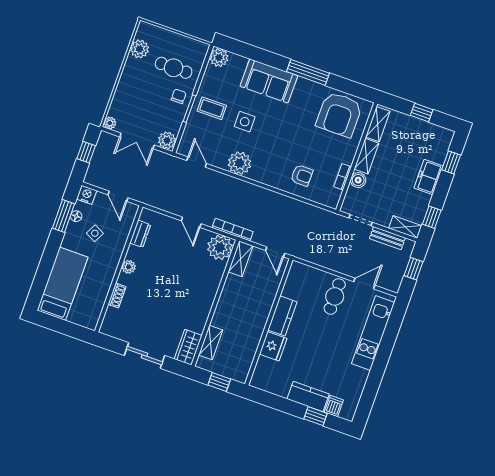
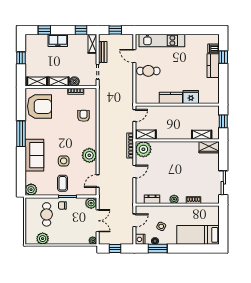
sliding door: (145, 356) -> (223, 183), moved

